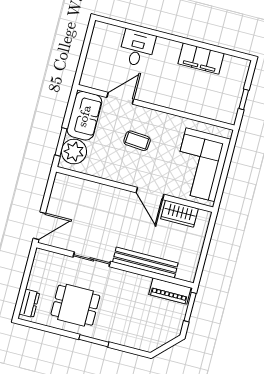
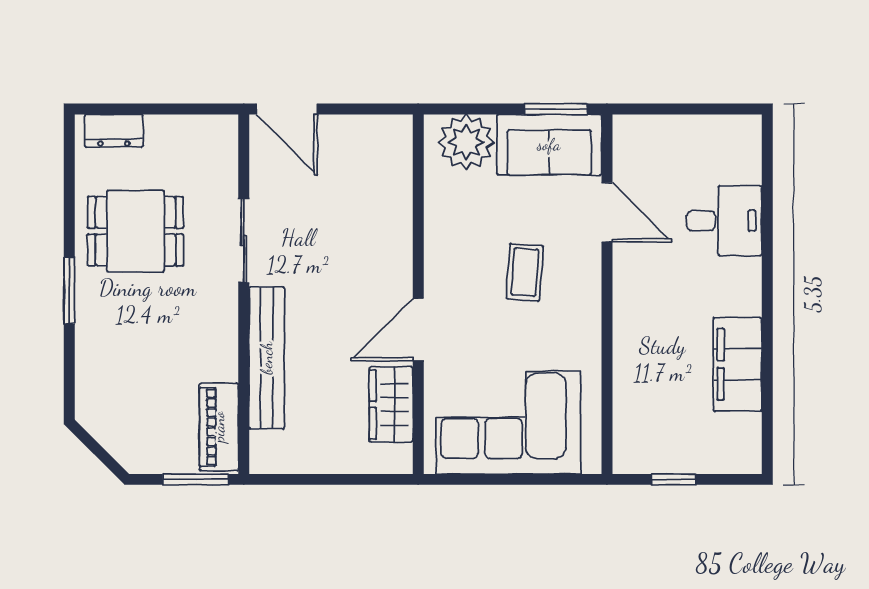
window: (61, 142) -> (556, 109), moved
dining table: (75, 305) -> (135, 231), turned 90

